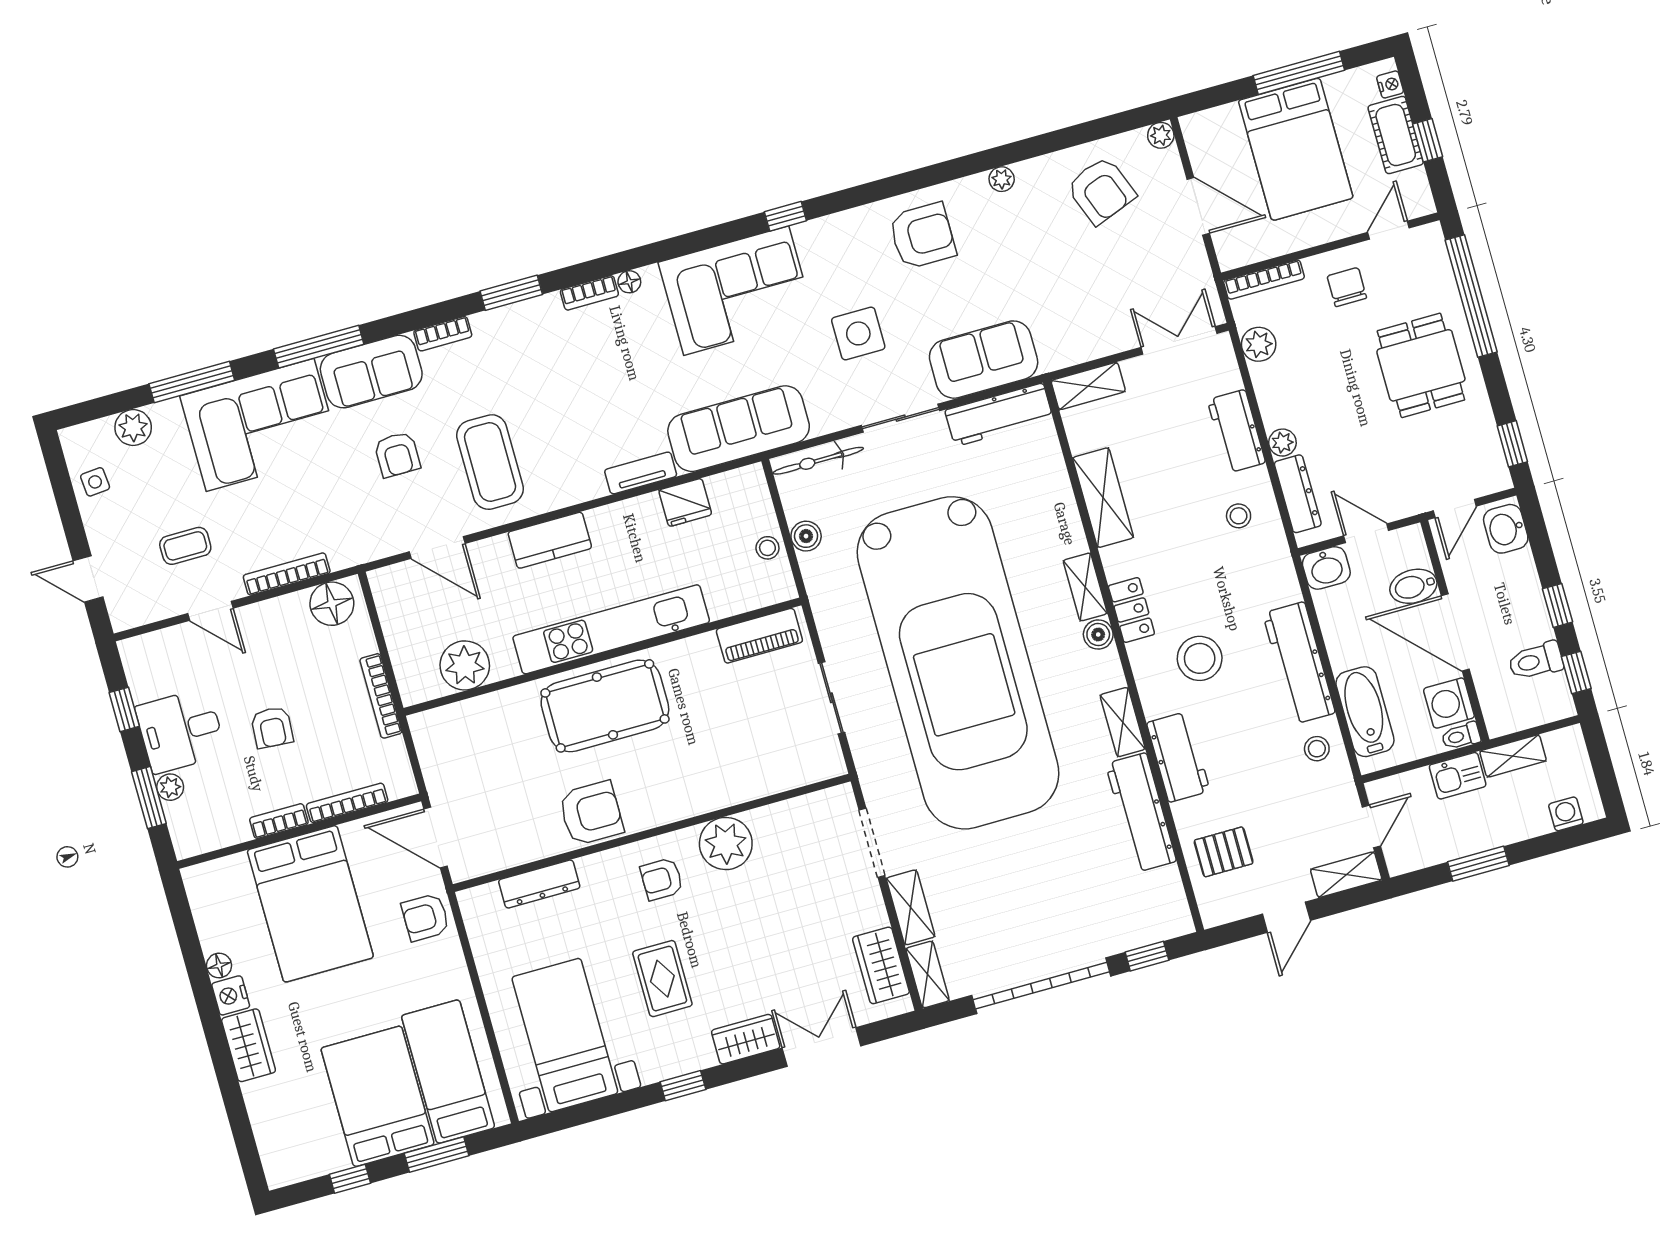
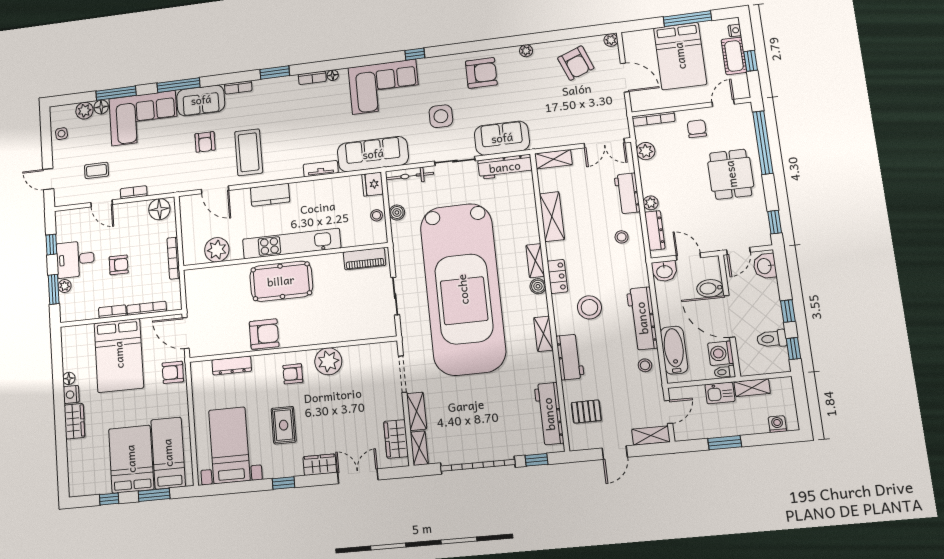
double door: (1179, 340) -> (604, 143), swing flipped
floor lamp: (167, 415) -> (101, 107), added
fridge: (685, 502) -> (373, 184), moved, turned 90
bookcase: (287, 574) -> (134, 192), width x0.64
armchair: (272, 727) -> (119, 265), turned -94
workbench: (1141, 813) -> (549, 414), moved

